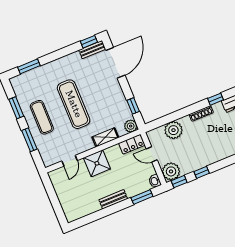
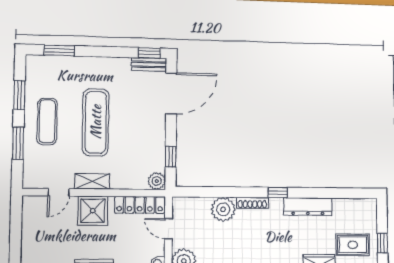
plant: (173, 130) -> (223, 209), moved
shelving: (105, 137) -> (92, 181), moved
locker: (132, 144) -> (140, 205), width x1.53

